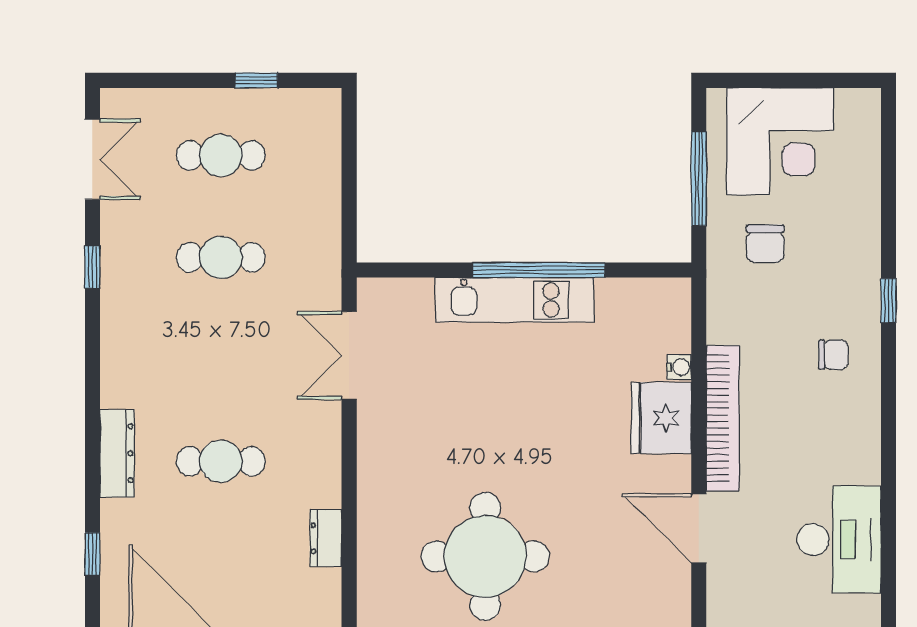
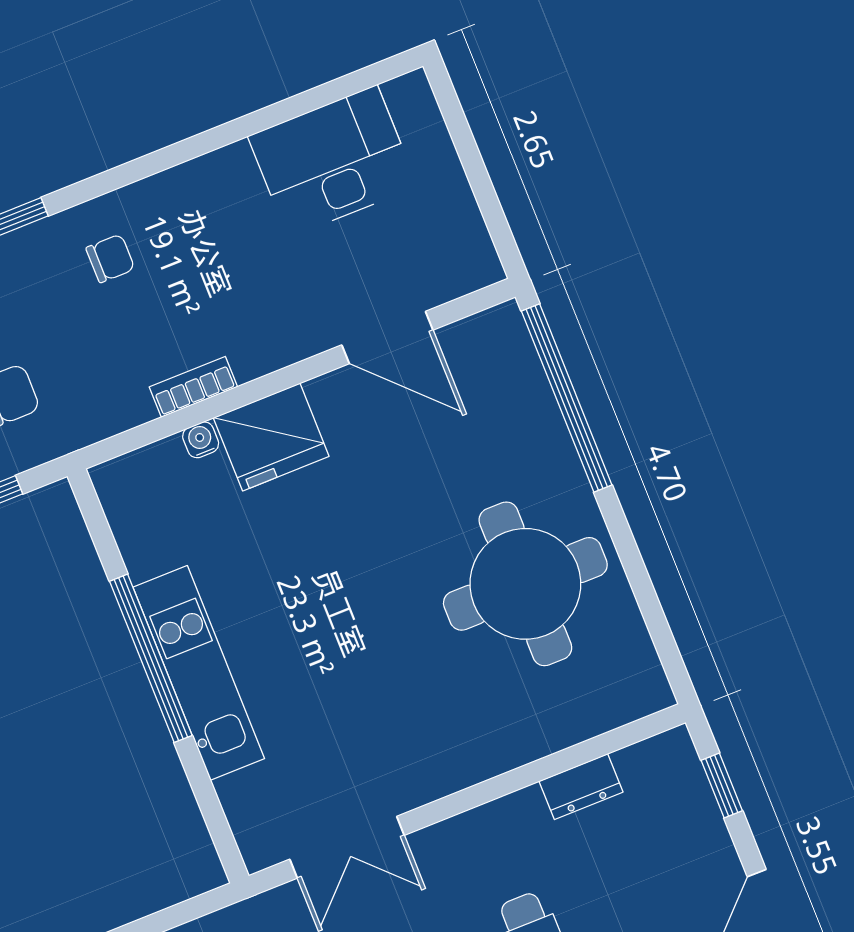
chair: (833, 355) -> (110, 258), turned 90
bookcase: (723, 418) -> (193, 387), width x0.43, depth x0.76
door: (699, 528) -> (387, 337), hinge flipped

